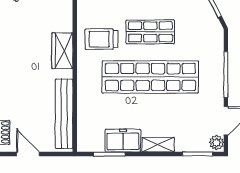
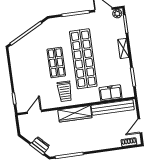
wardrobe: (62, 51) -> (75, 114), width x1.50
freezer: (123, 140) -> (111, 93), moved, turned 90

